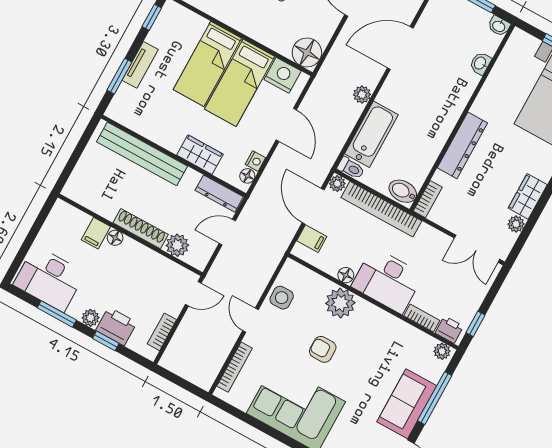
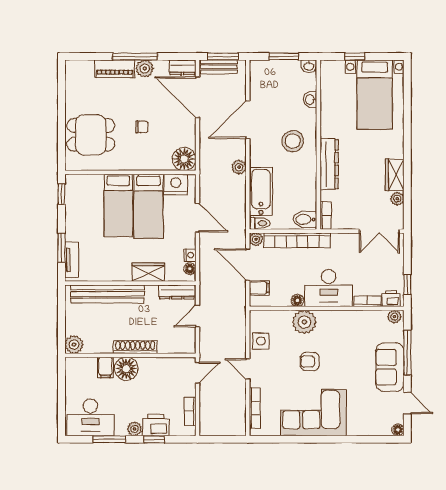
tv unit: (140, 65) -> (72, 260), moved
stool: (436, 98) -> (293, 141), added
floor lamp: (115, 238) -> (126, 369), width x1.89, depth x1.89
plant: (177, 245) -> (74, 344), moved

